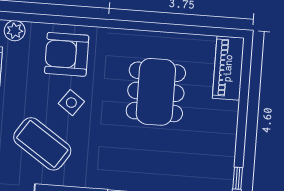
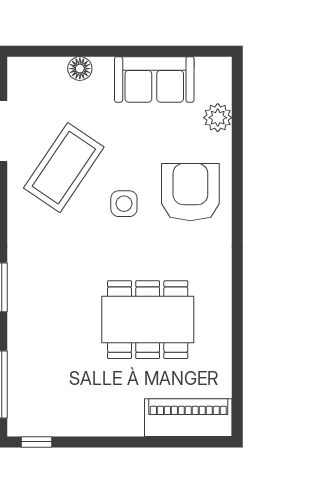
side table: (71, 103) -> (124, 204), turned -36

